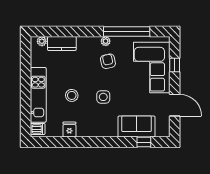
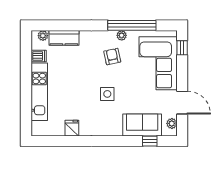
plant: (106, 41) -> (122, 35), moved
window: (175, 65) -> (182, 48), moved
stool: (72, 95) -> (74, 92), removed
plant: (165, 125) -> (172, 123), added
dishwasher: (38, 129) -> (39, 56), moved

